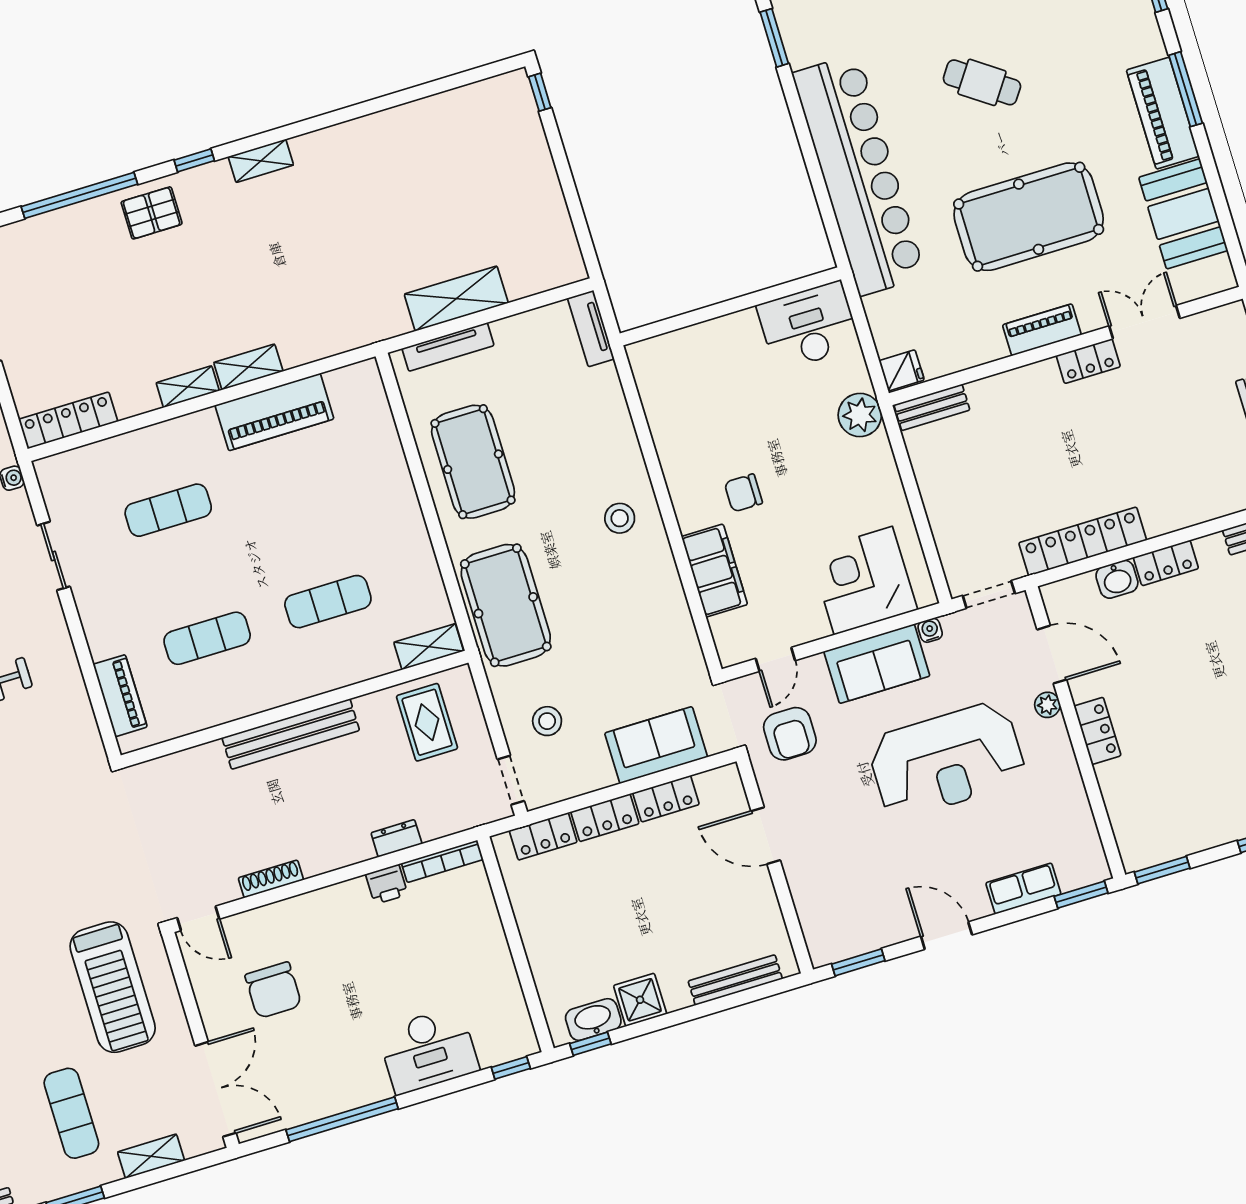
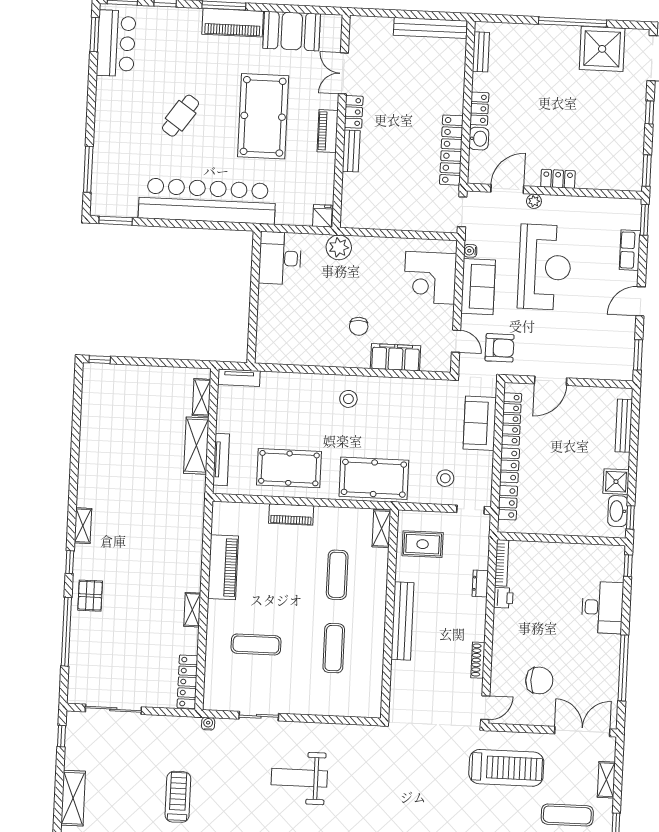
shelving: (248, 367) -> (202, 397), moved
bench: (932, 407) -> (351, 151), moved
exercise mat: (168, 510) -> (256, 644), turned 90
piano: (120, 696) -> (291, 515), moved, turned 180
locker: (666, 799) -> (511, 419), width x1.53

